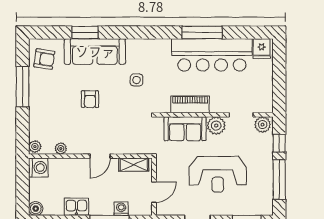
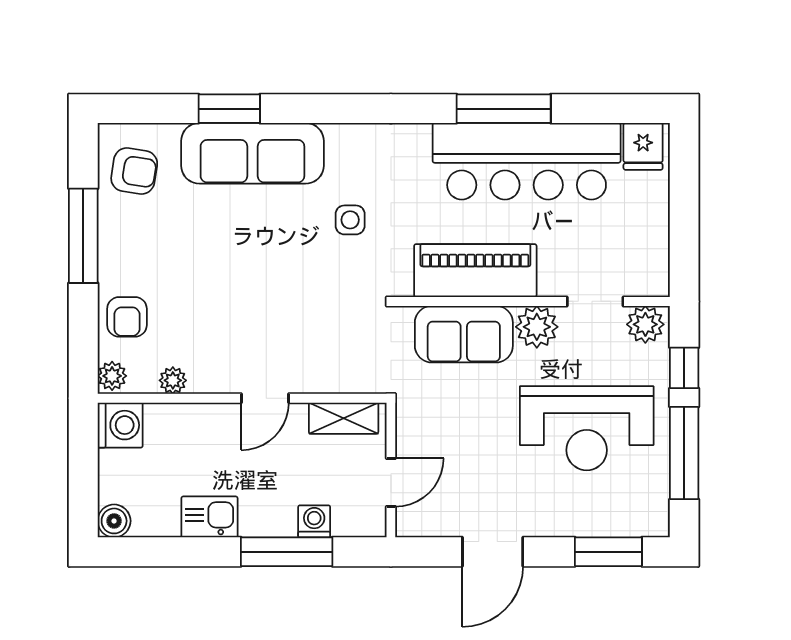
armchair: (90, 99) -> (127, 317), moved
piano: (190, 104) -> (475, 271), width x1.37, depth x1.33
reception desk: (218, 174) -> (587, 428), moved

